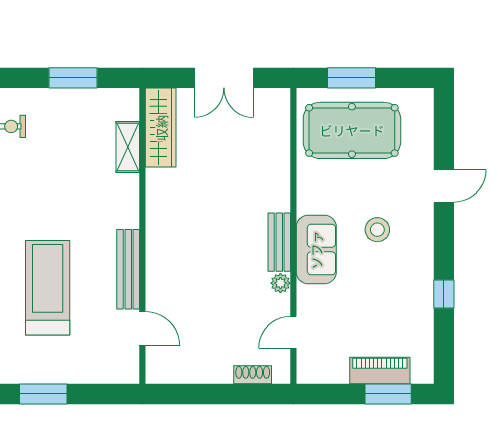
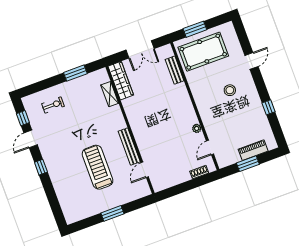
bench: (279, 242) -> (175, 70), moved
sofa: (316, 250) -> (207, 108), removed
door: (142, 329) -> (145, 170), swing flipped
window: (388, 394) -> (248, 164), moved

